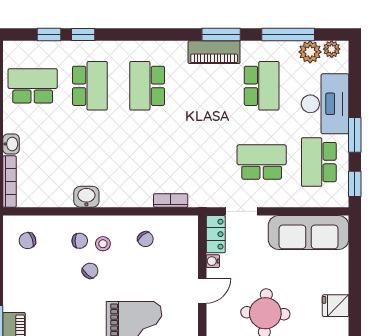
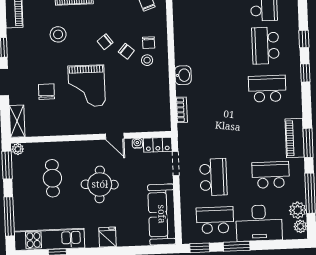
window: (49, 34) -> (305, 73), moved
school desk: (90, 86) -> (265, 46), turned 90
school desk: (262, 86) -> (271, 175), turned 180
washbasin: (86, 197) -> (183, 75), moved
chair: (145, 239) -> (105, 42), moved

